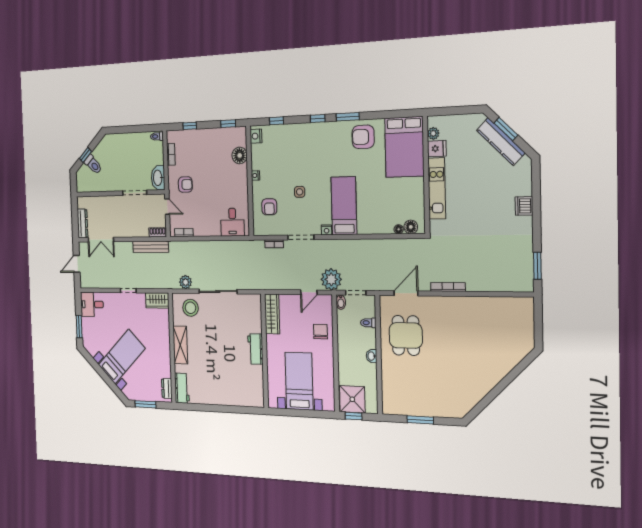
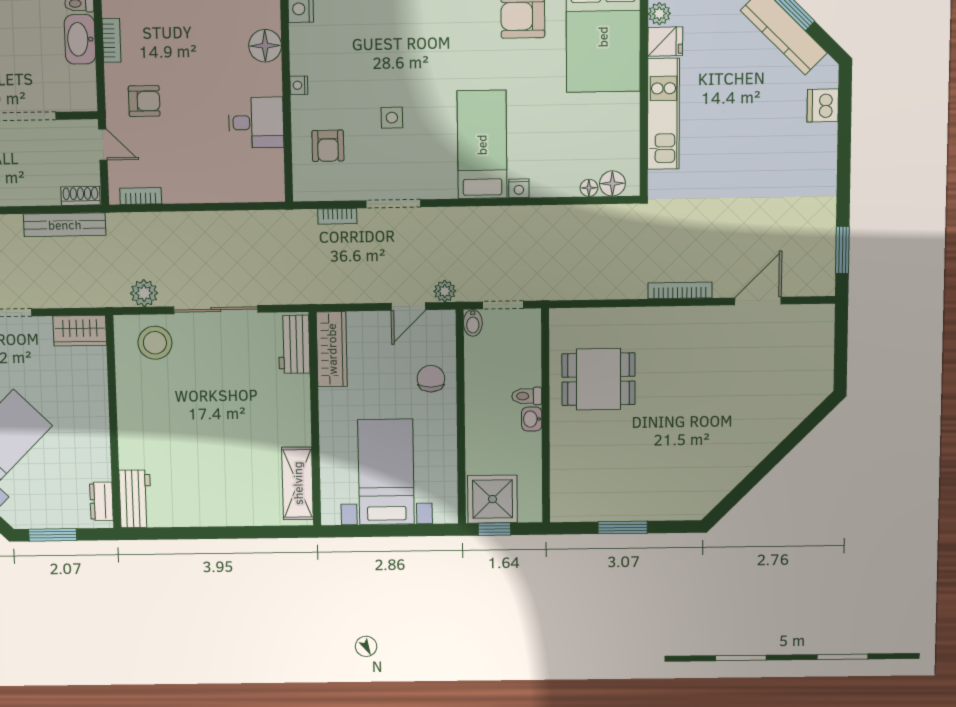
washbasin: (158, 178) -> (80, 39), moved
dishwasher: (524, 206) -> (823, 106), moved
desk: (232, 222) -> (256, 123), moved, turned -90
nightstand: (327, 230) -> (519, 188), moved
plant: (331, 279) -> (445, 291), width x0.53, depth x0.53
door: (406, 293) -> (758, 301), moved
toilet: (368, 323) -> (527, 396), moved
dining table: (406, 335) -> (598, 379), turned 90
shelving: (180, 345) -> (298, 483), moved
workbench: (255, 349) -> (294, 344), moved

